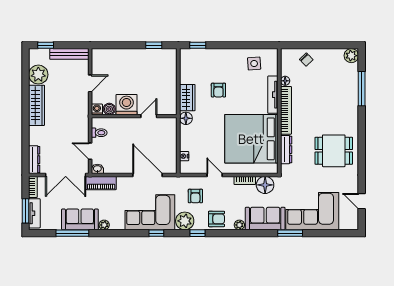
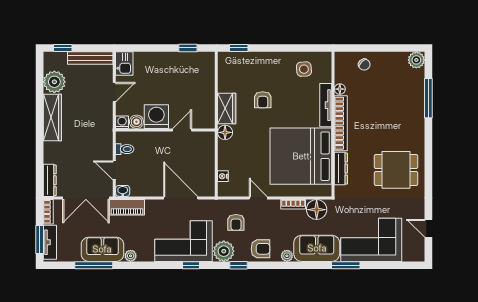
kitchen sink: (99, 59) -> (124, 64), added

